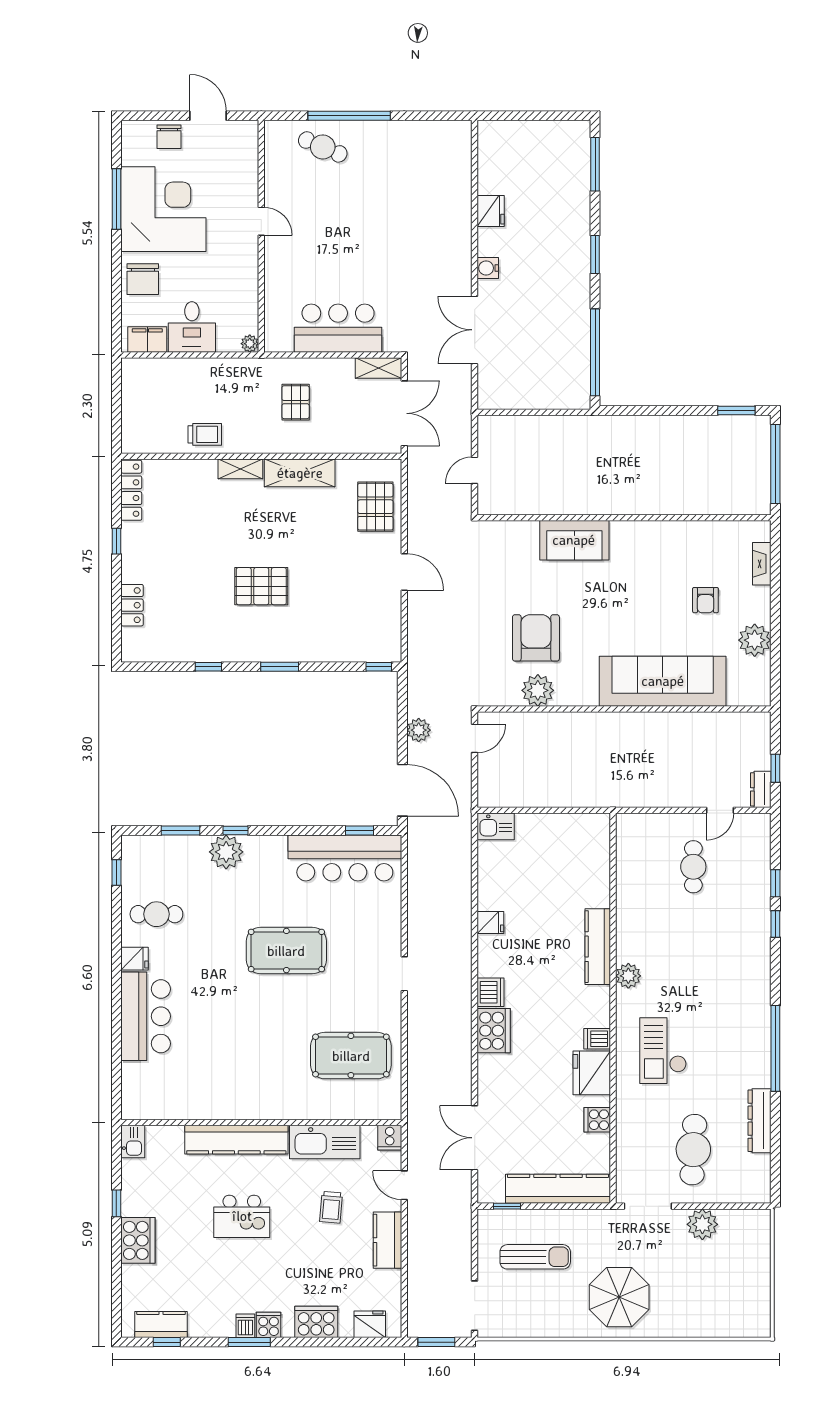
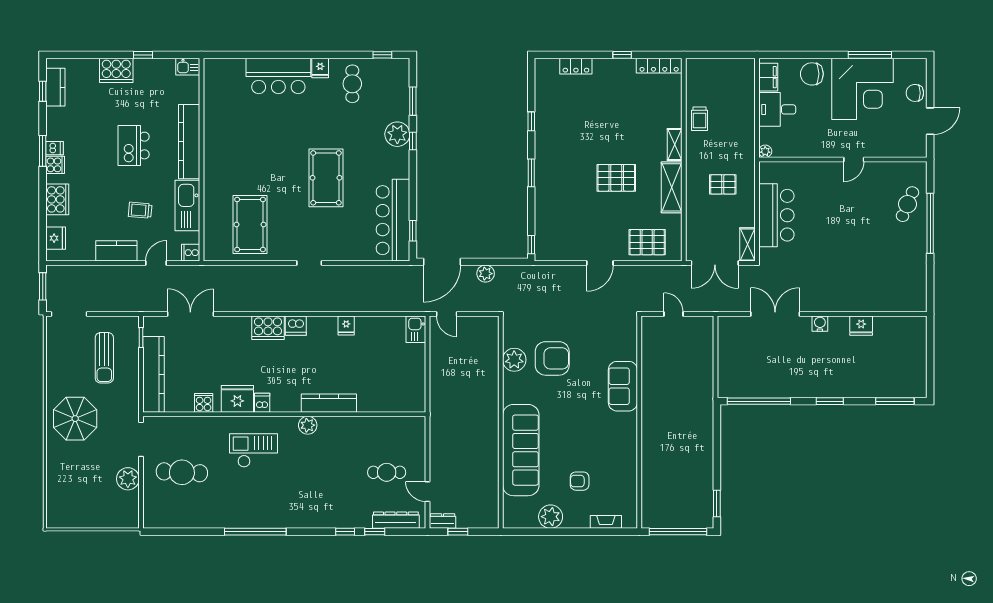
pallet: (261, 586) -> (616, 178), moved, turned 90
door: (475, 738) -> (447, 314), moved
dresser: (760, 1121) -> (396, 520), moved

